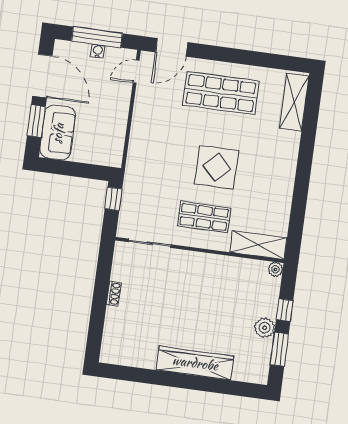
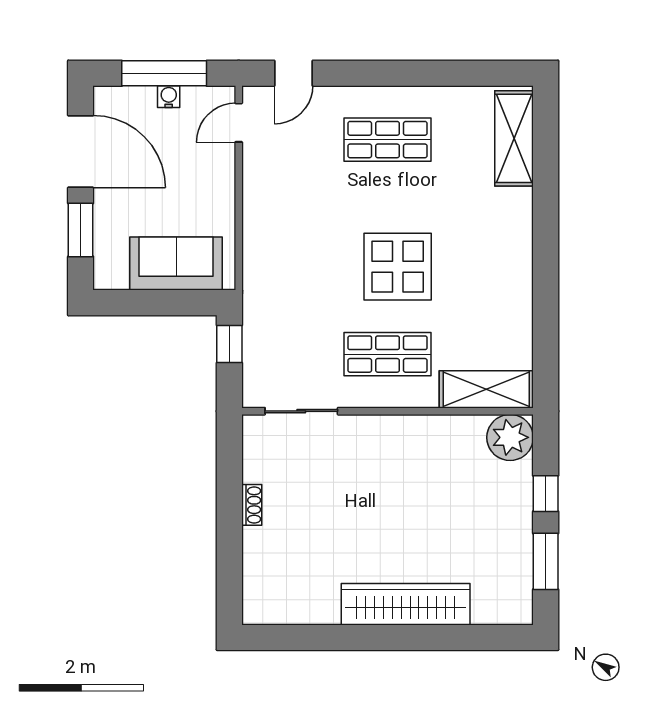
door: (172, 47) -> (294, 73), width x0.73
shop shelf: (221, 93) -> (388, 140), width x0.70, depth x0.74
sofa: (58, 133) -> (176, 264), moved, turned -90
plant: (275, 269) -> (510, 437), width x1.88, depth x1.88
plant: (265, 328) -> (516, 528), removed

